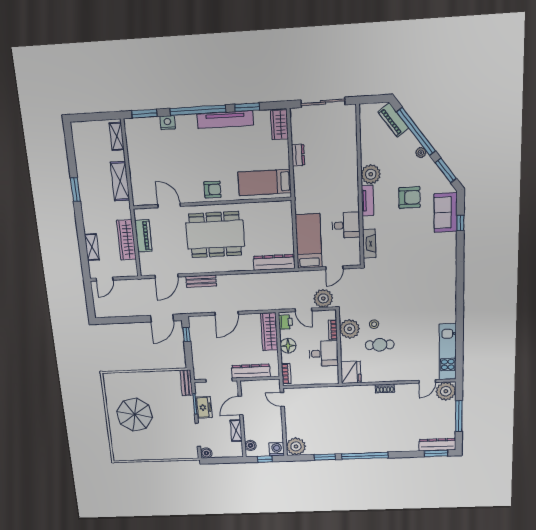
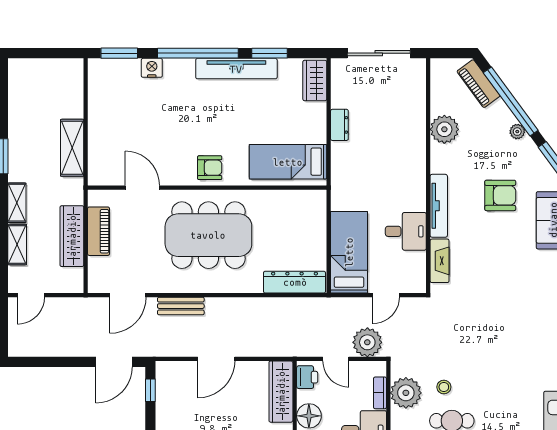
shelving: (117, 136) -> (17, 203), moved
plant: (371, 174) -> (444, 129), moved
tv unit: (368, 201) -> (439, 206), width x1.41

